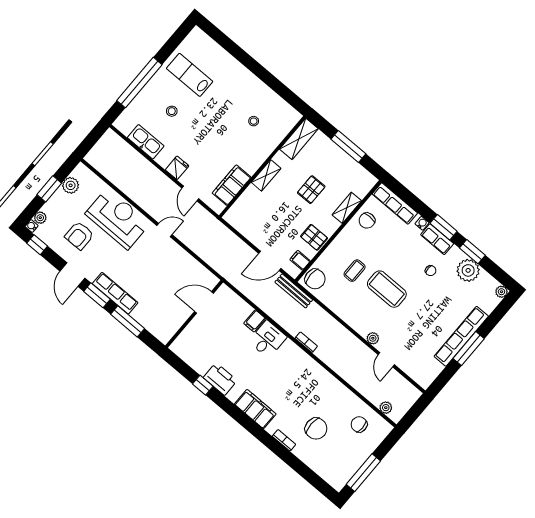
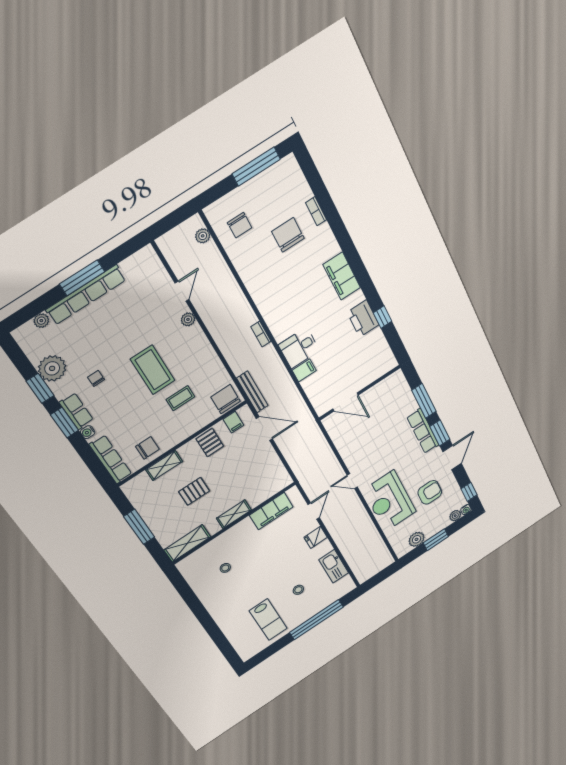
plant: (501, 292) -> (41, 321), moved
bookcase: (284, 440) -> (316, 211), moved

